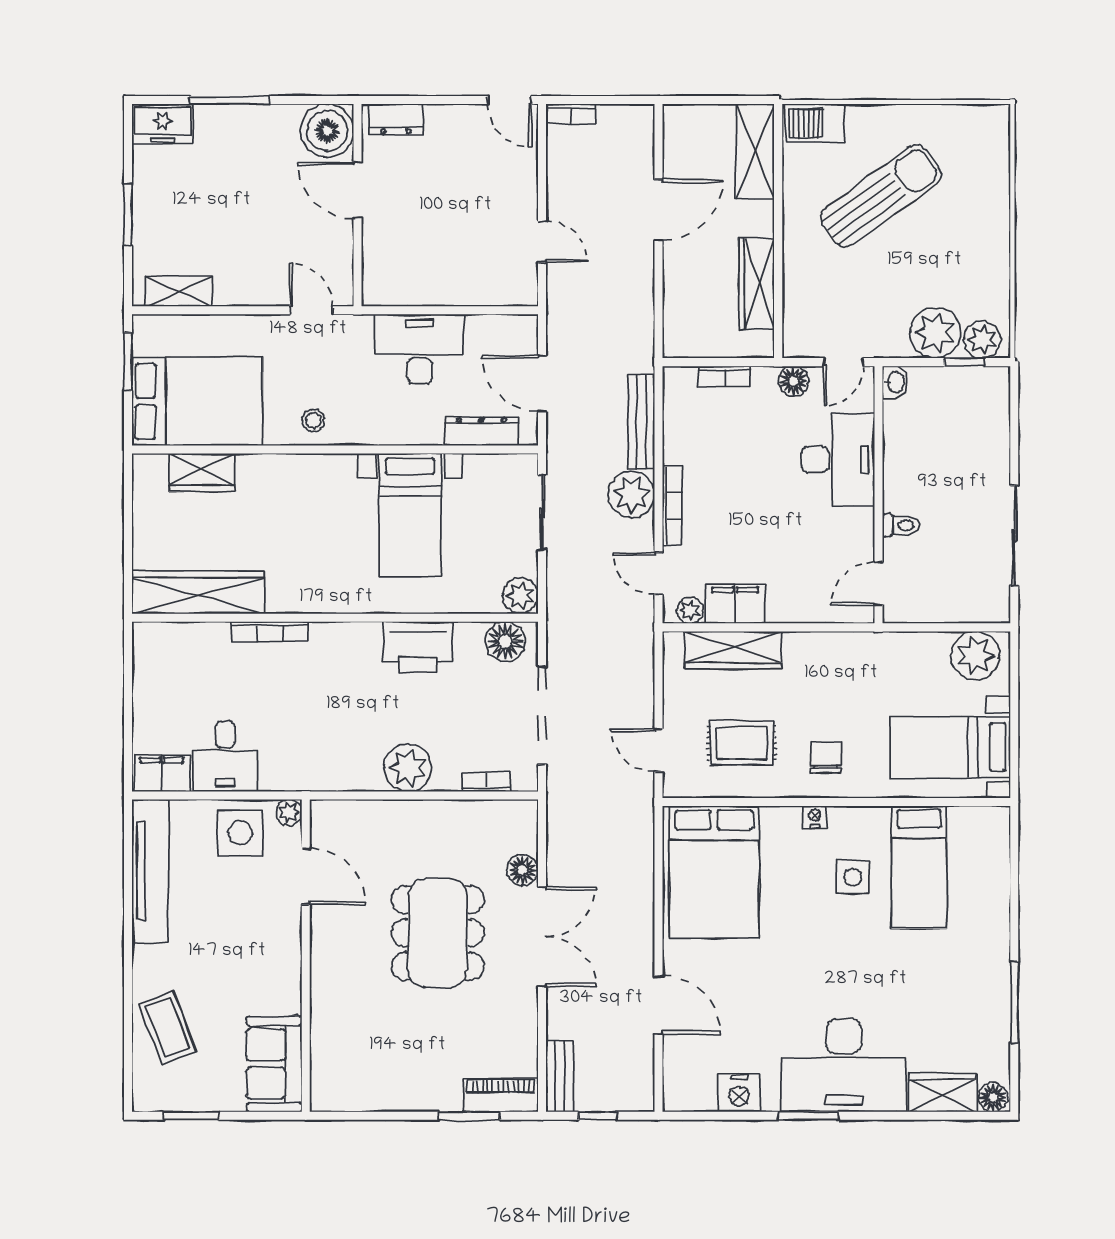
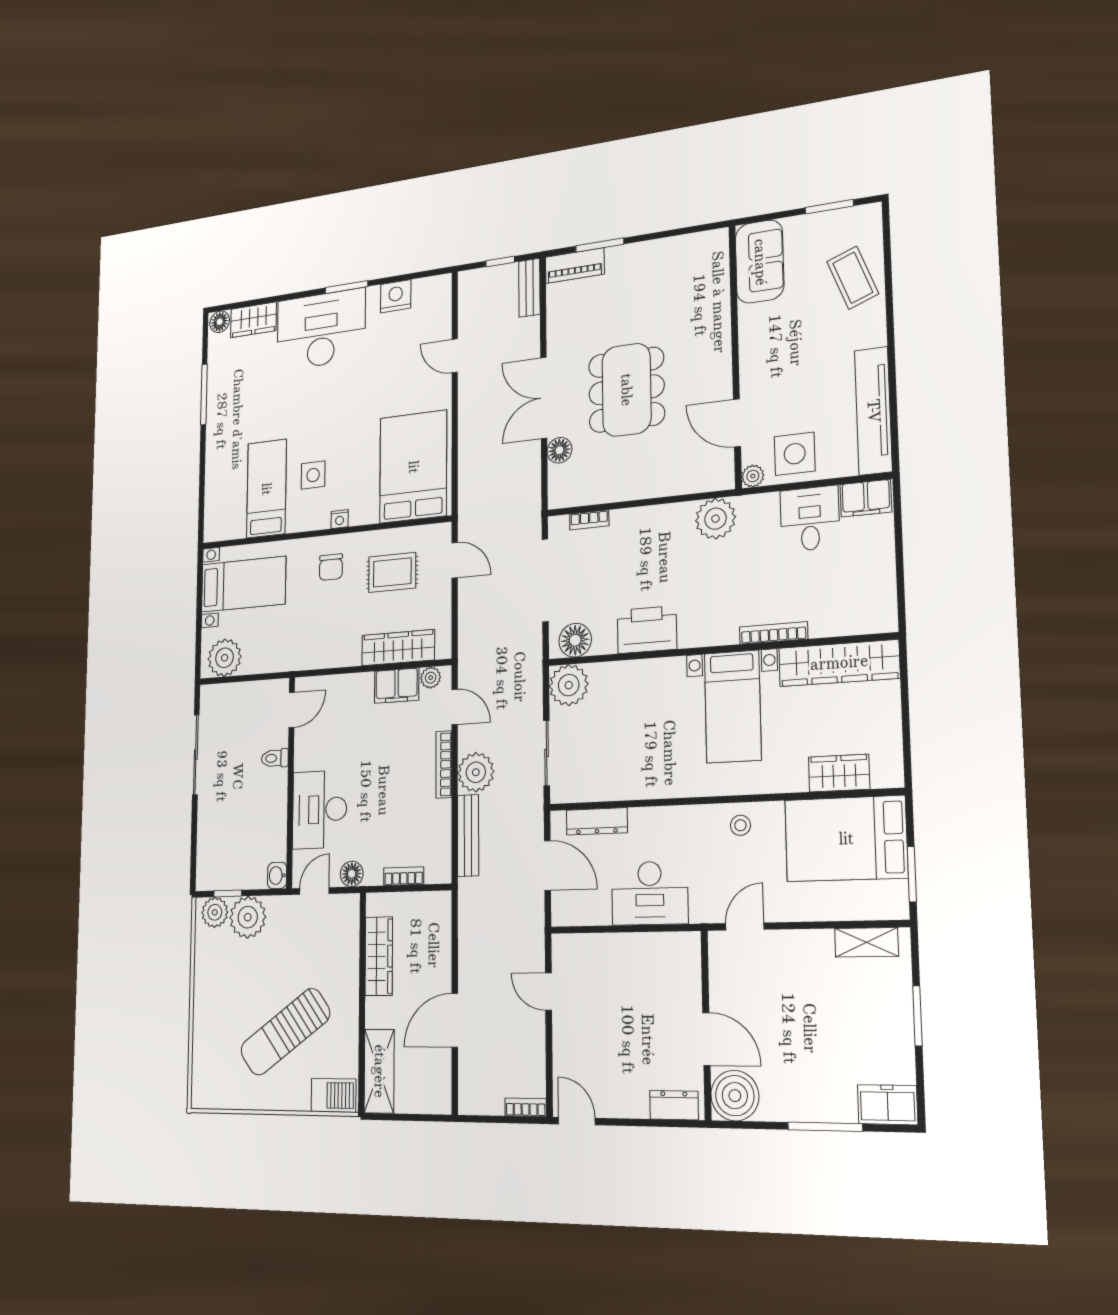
door: (311, 310) -> (745, 926), swing flipped
bed with nightstands: (410, 515) -> (733, 707), moved, turned 180
plant: (520, 596) -> (569, 685), width x1.36, depth x1.36
plant: (408, 768) -> (715, 519), moved
door: (658, 1005) -> (455, 356), width x0.73

